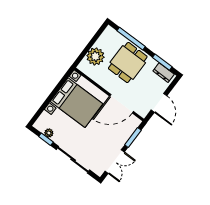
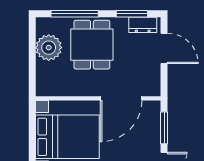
plant: (95, 56) -> (49, 48), moved
door: (159, 103) -> (164, 48), moved

